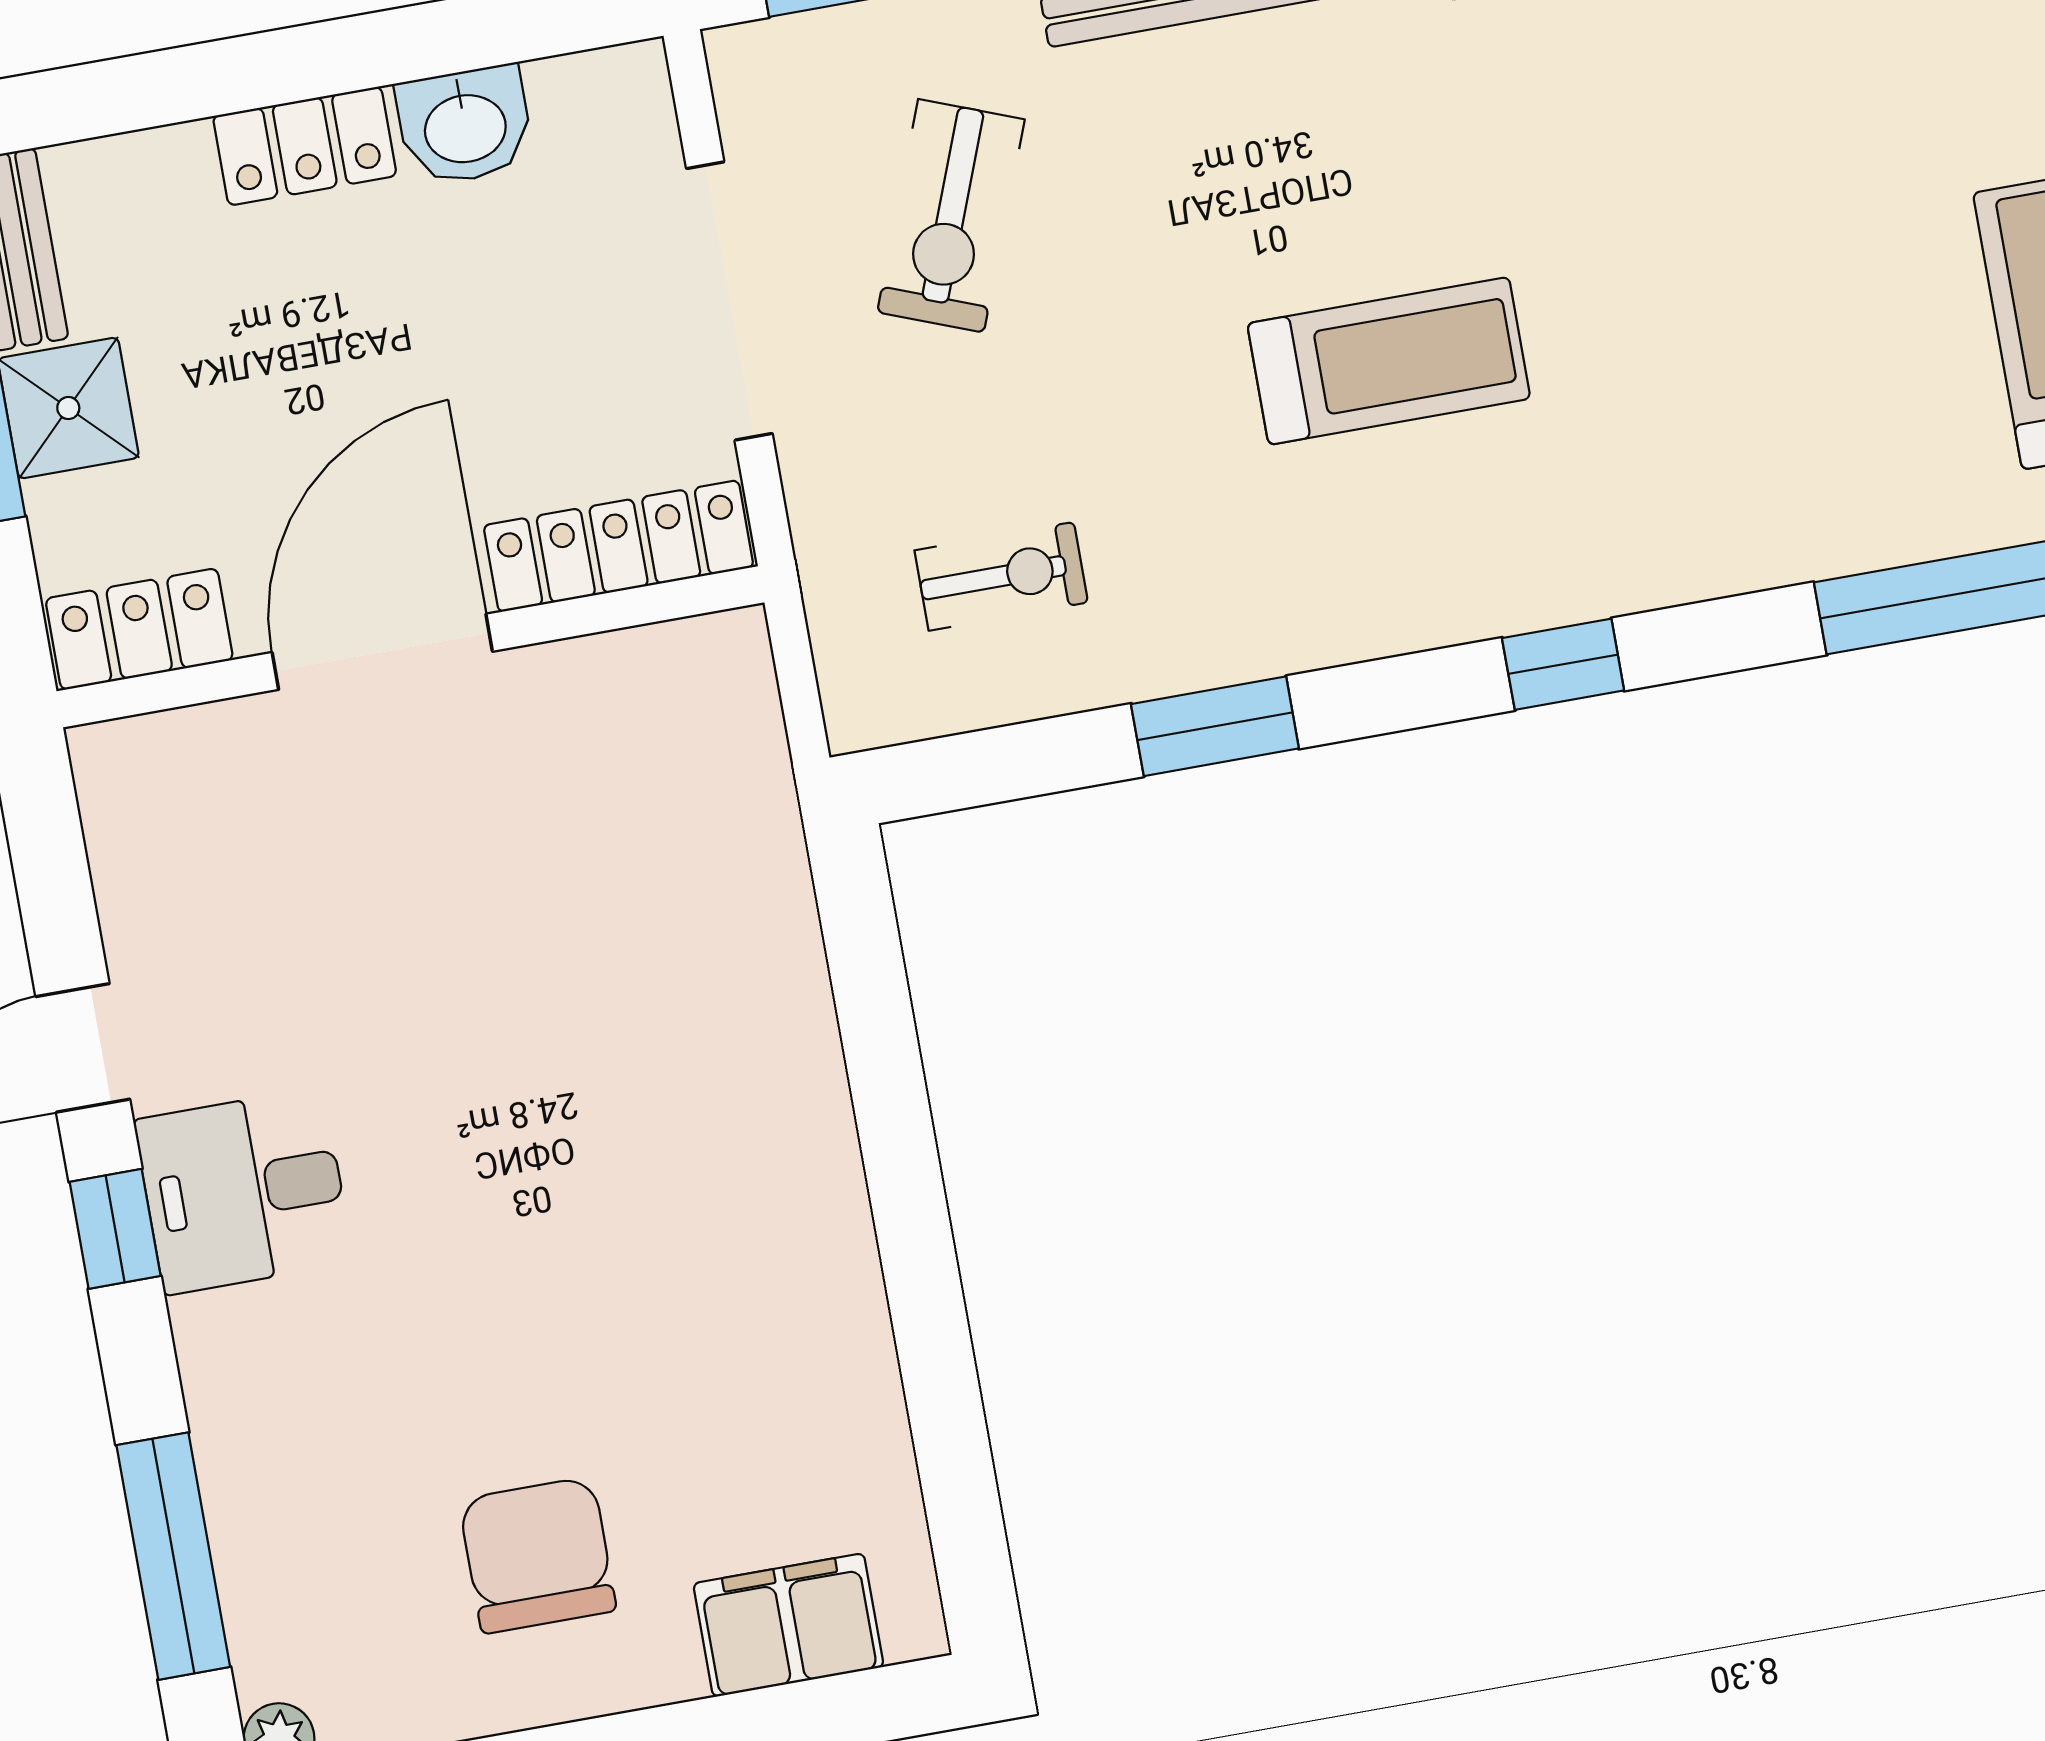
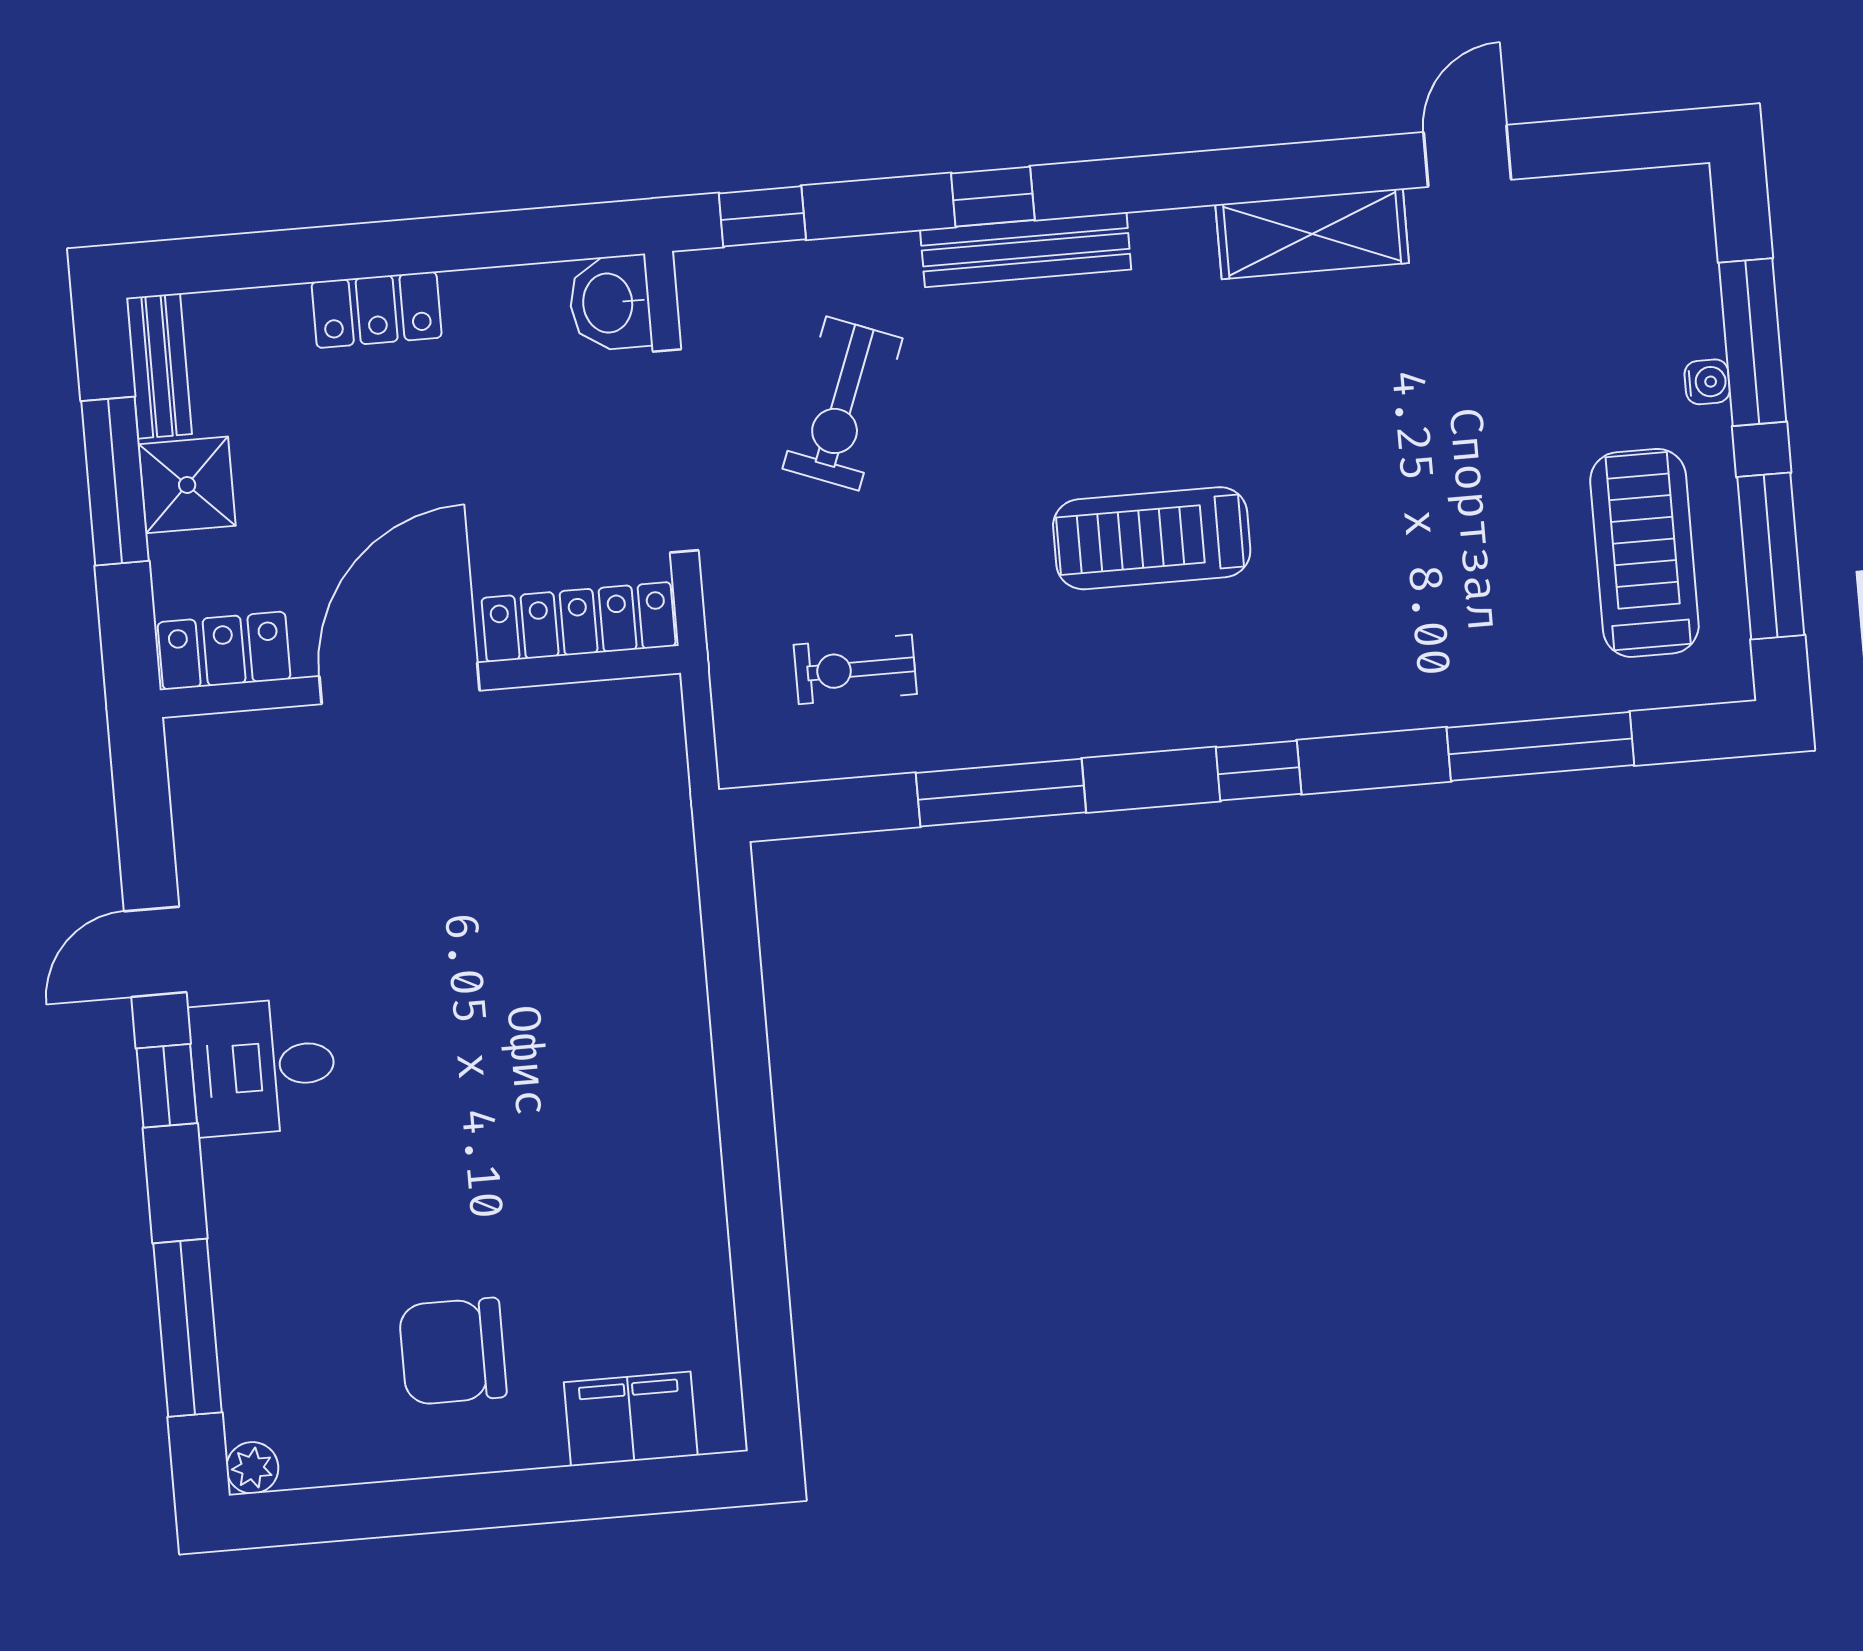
washbasin: (465, 126) -> (610, 303), moved, turned 90
treadmill: (1389, 361) -> (1152, 538), turned 180
exercise bike: (1001, 576) -> (855, 669), turned 180
window: (1215, 726) -> (1001, 793), width x1.44
chair: (537, 1555) -> (453, 1351), turned -90

